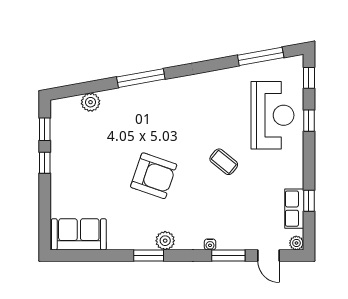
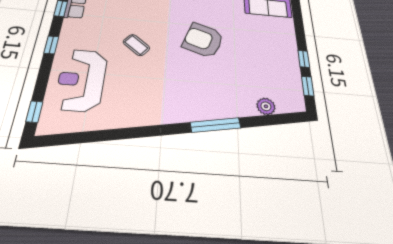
window: (261, 56) -> (84, 137), removed
window: (309, 121) -> (51, 45), moved

